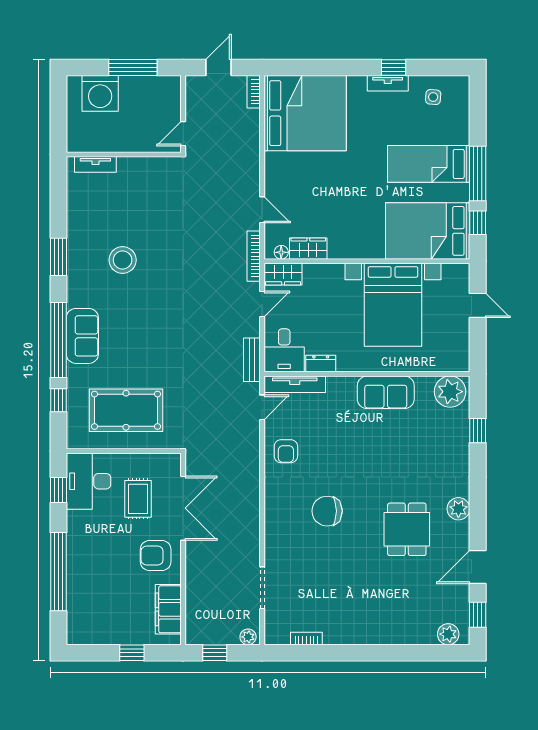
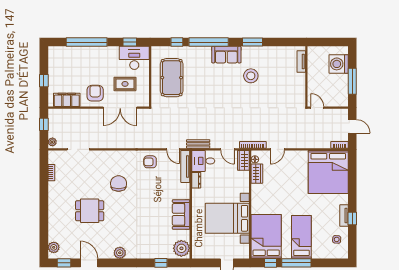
sofa: (82, 336) -> (226, 55), moved
dining table: (407, 529) -> (90, 211), moved

